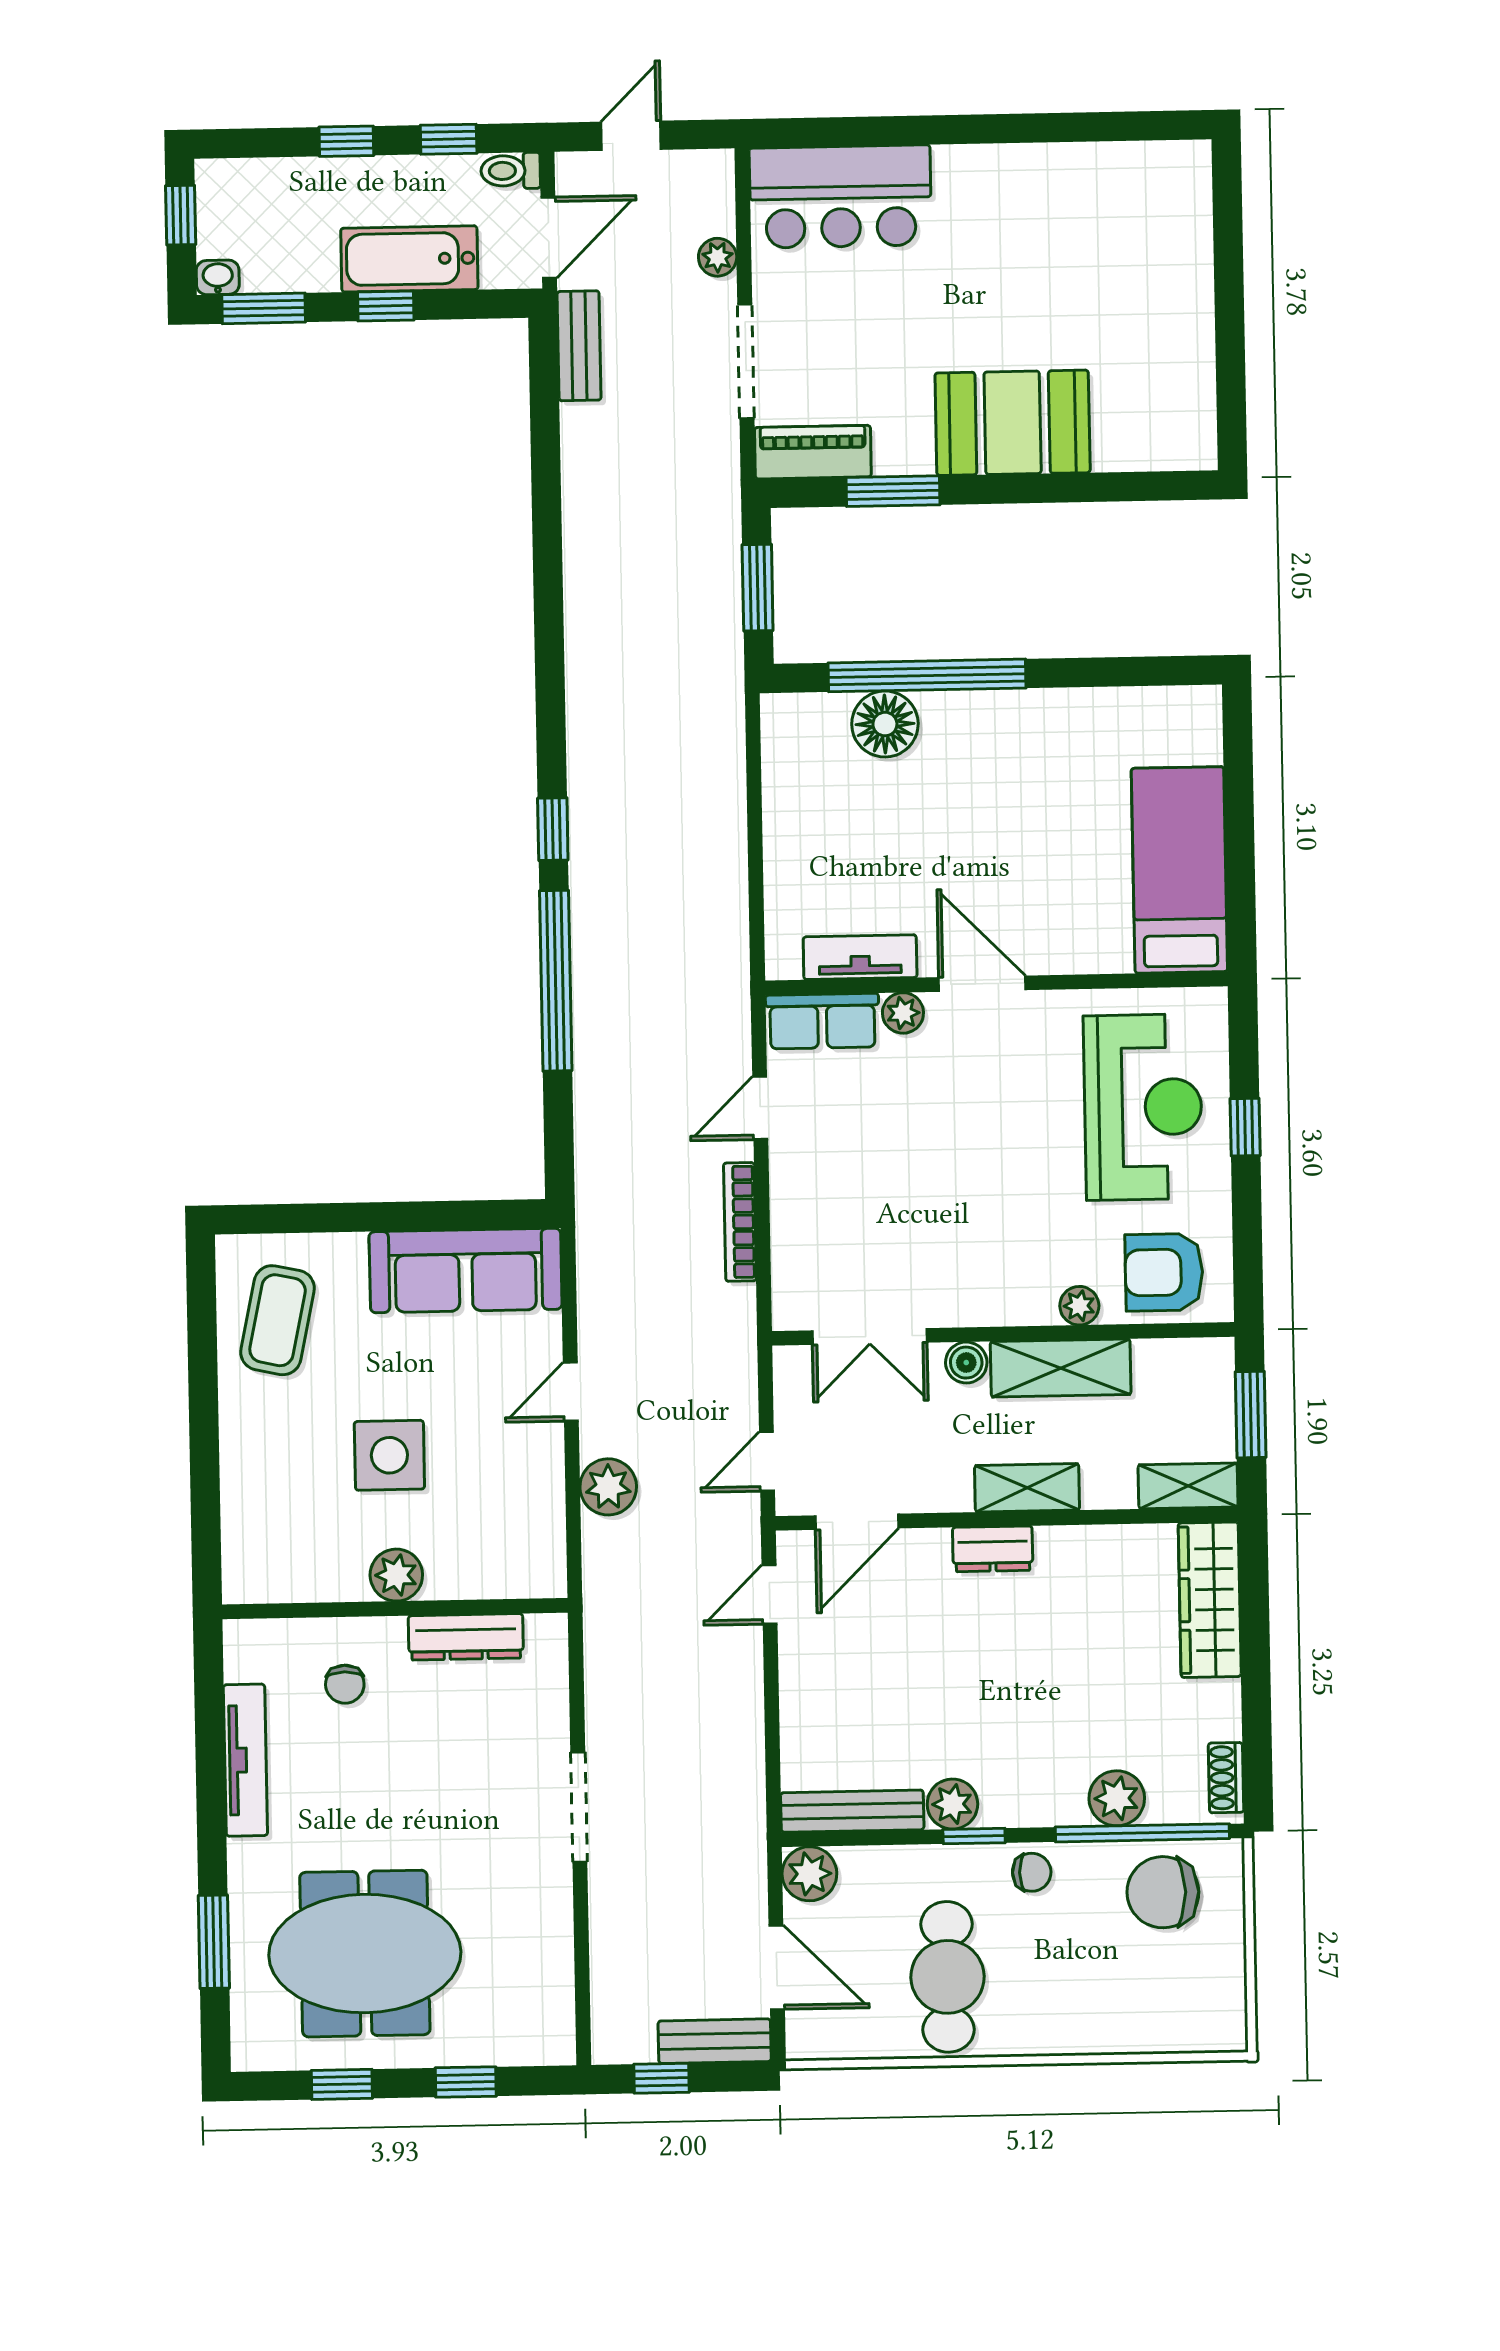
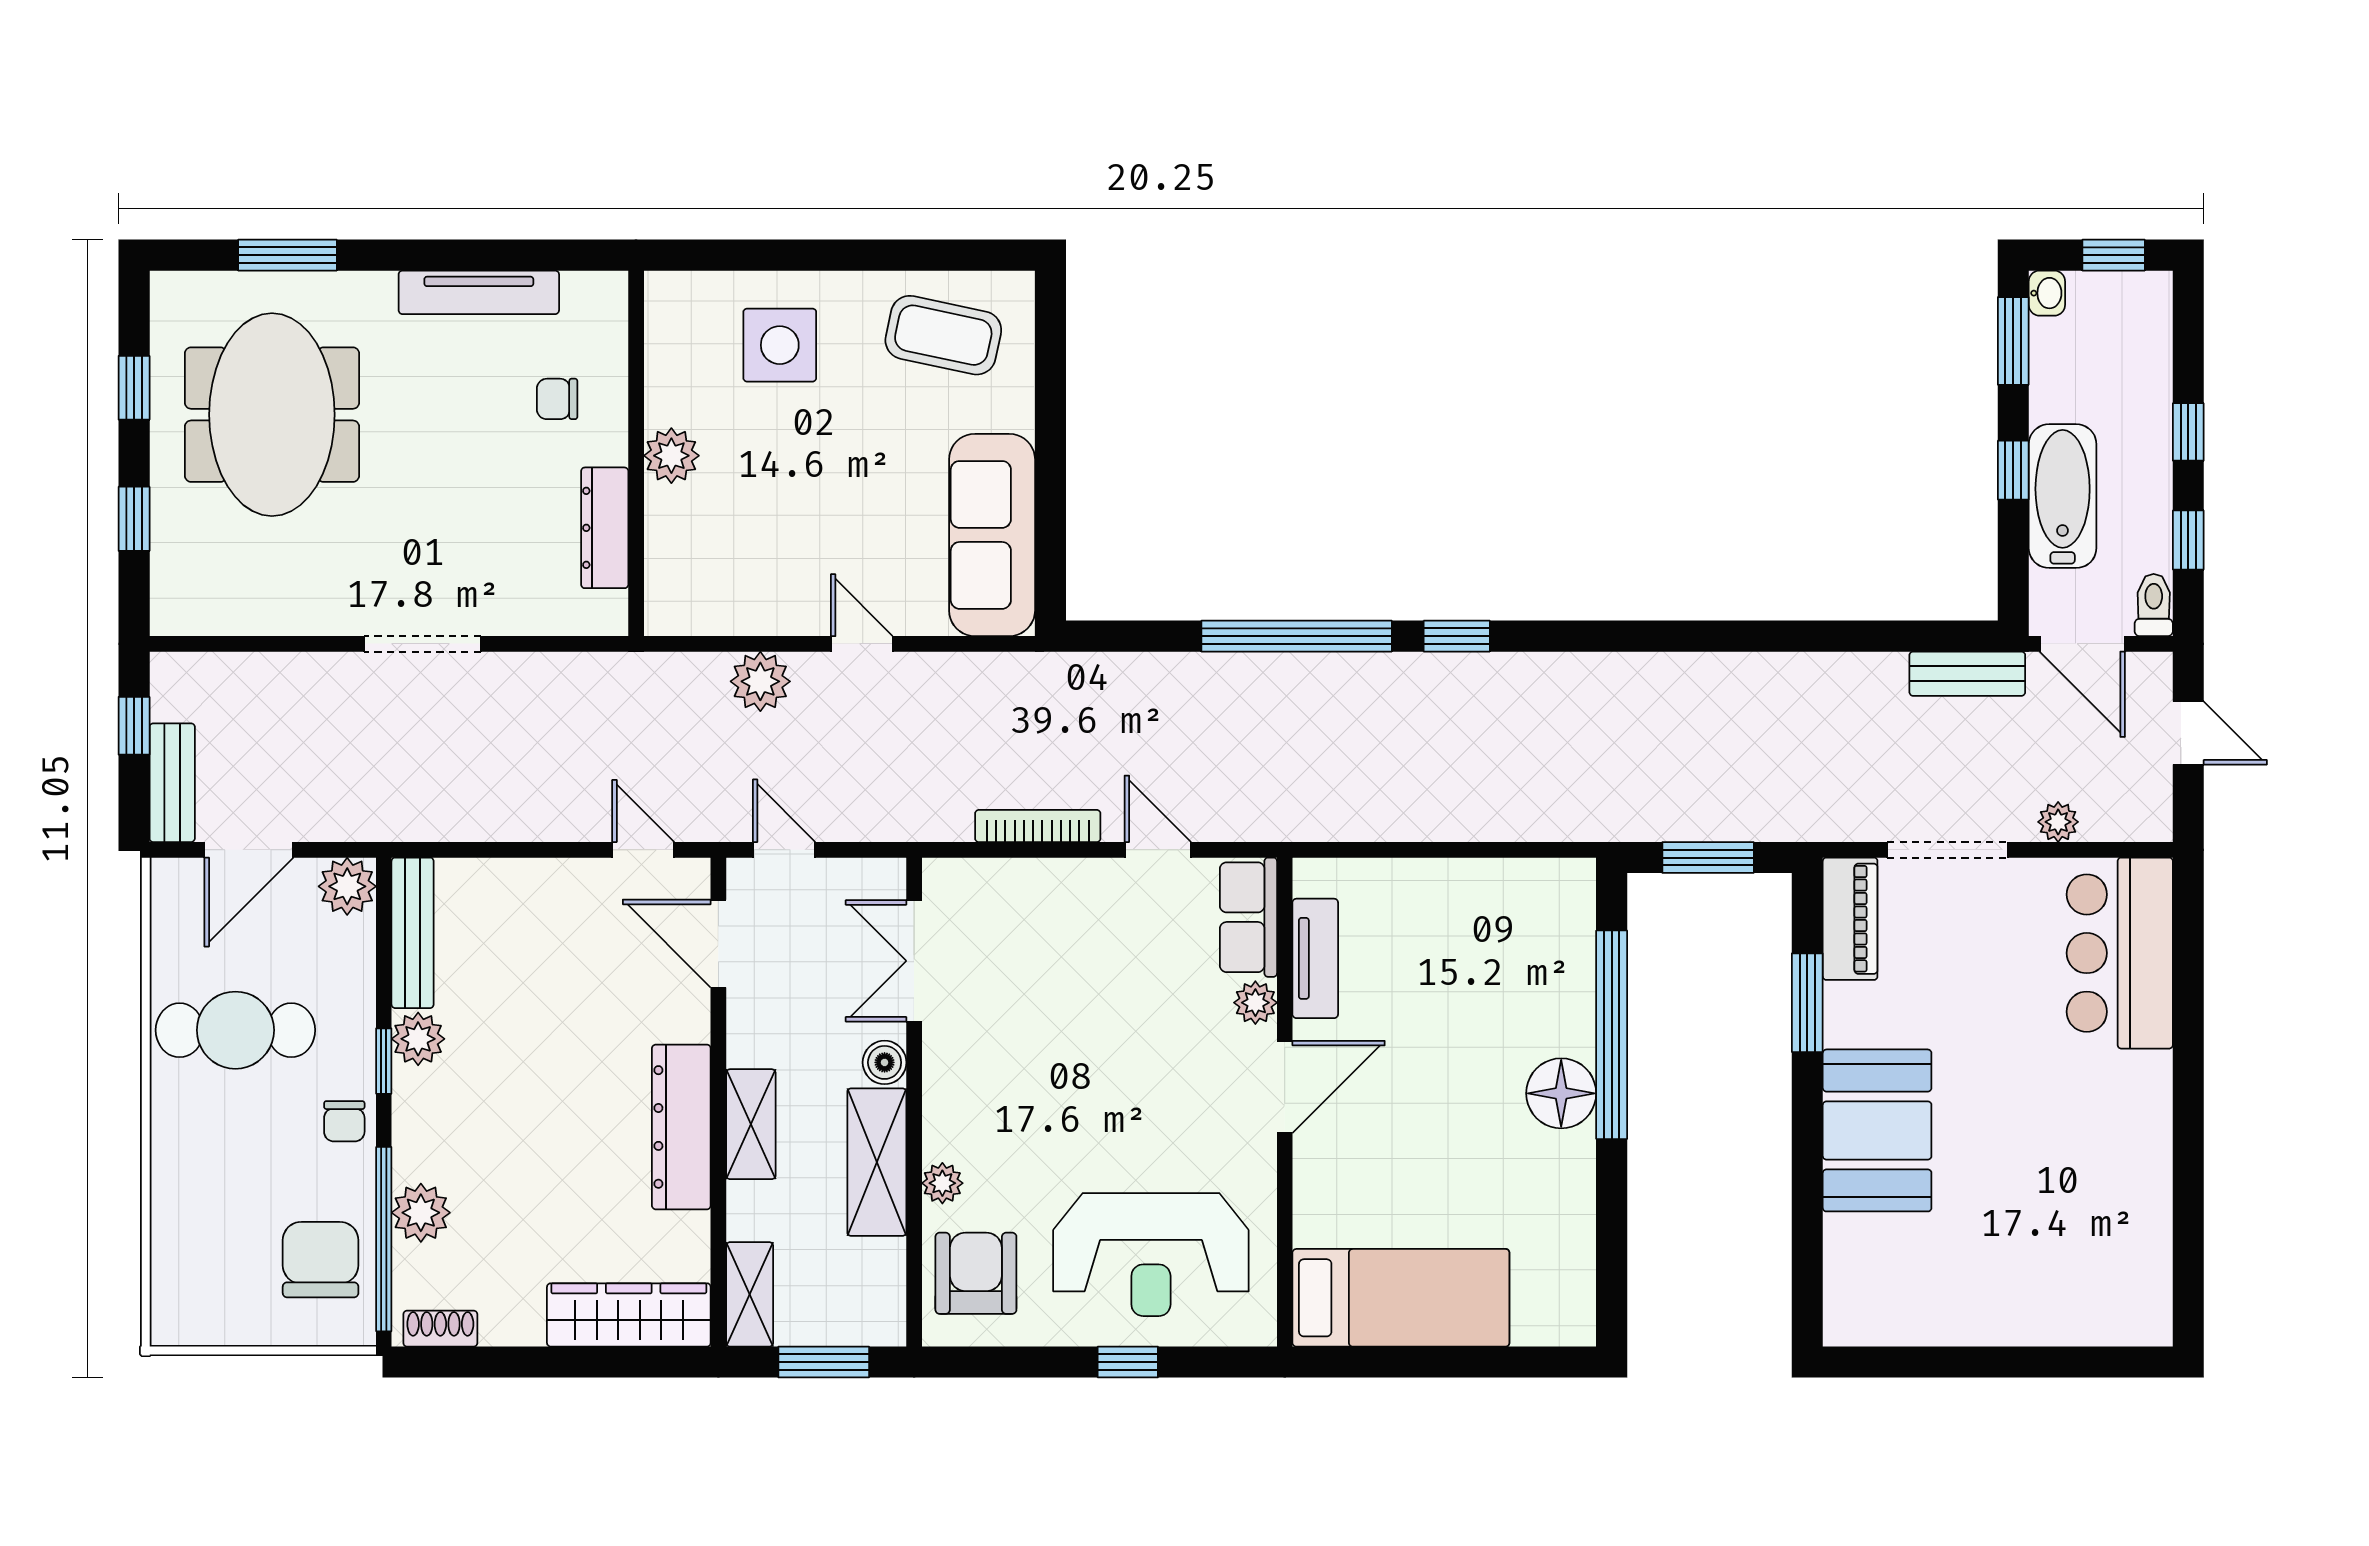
floor lamp: (885, 724) -> (1561, 1093), moved
side table: (389, 1455) -> (780, 345), moved
dresser: (993, 1549) -> (681, 1127), width x1.96, depth x1.24

